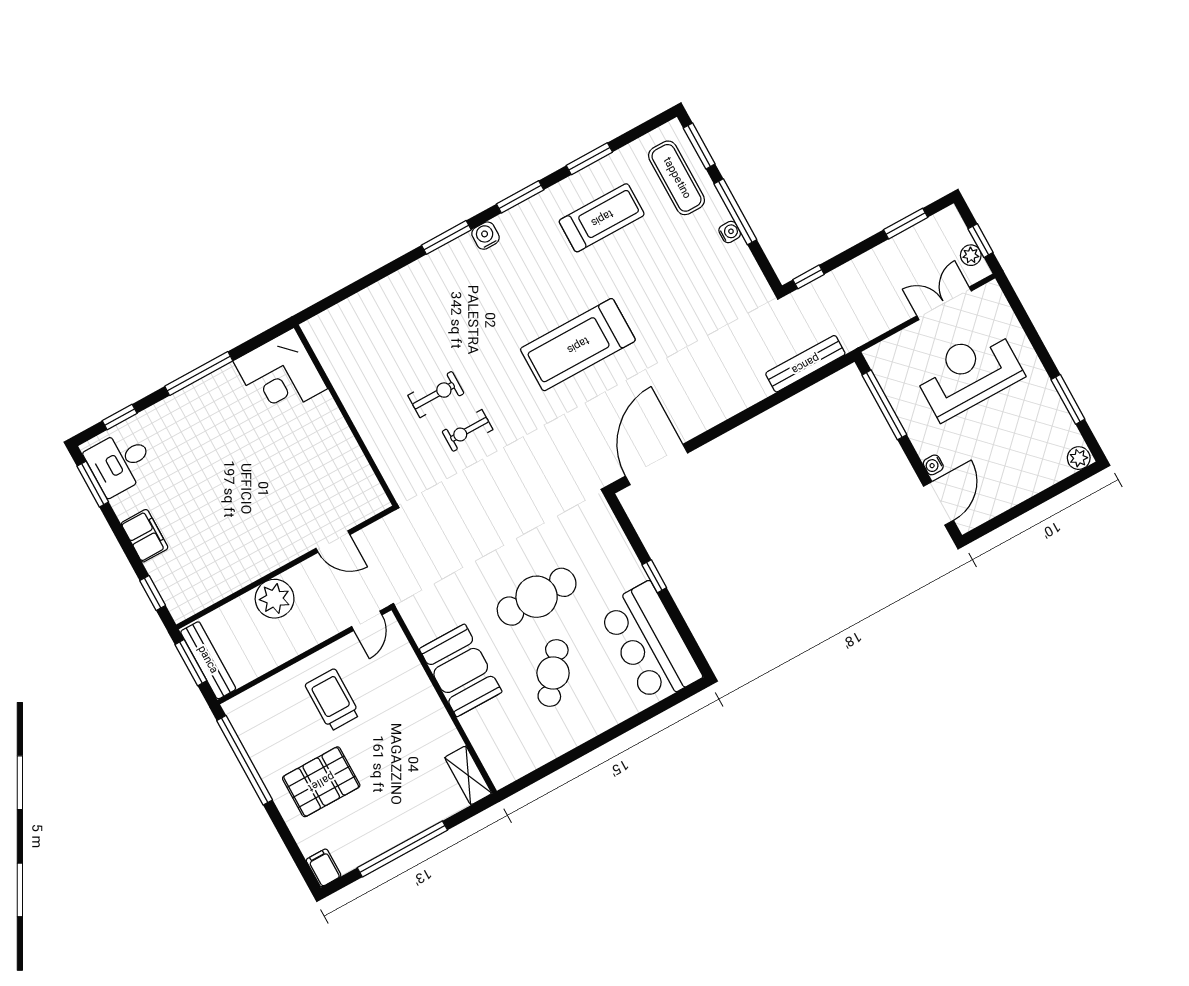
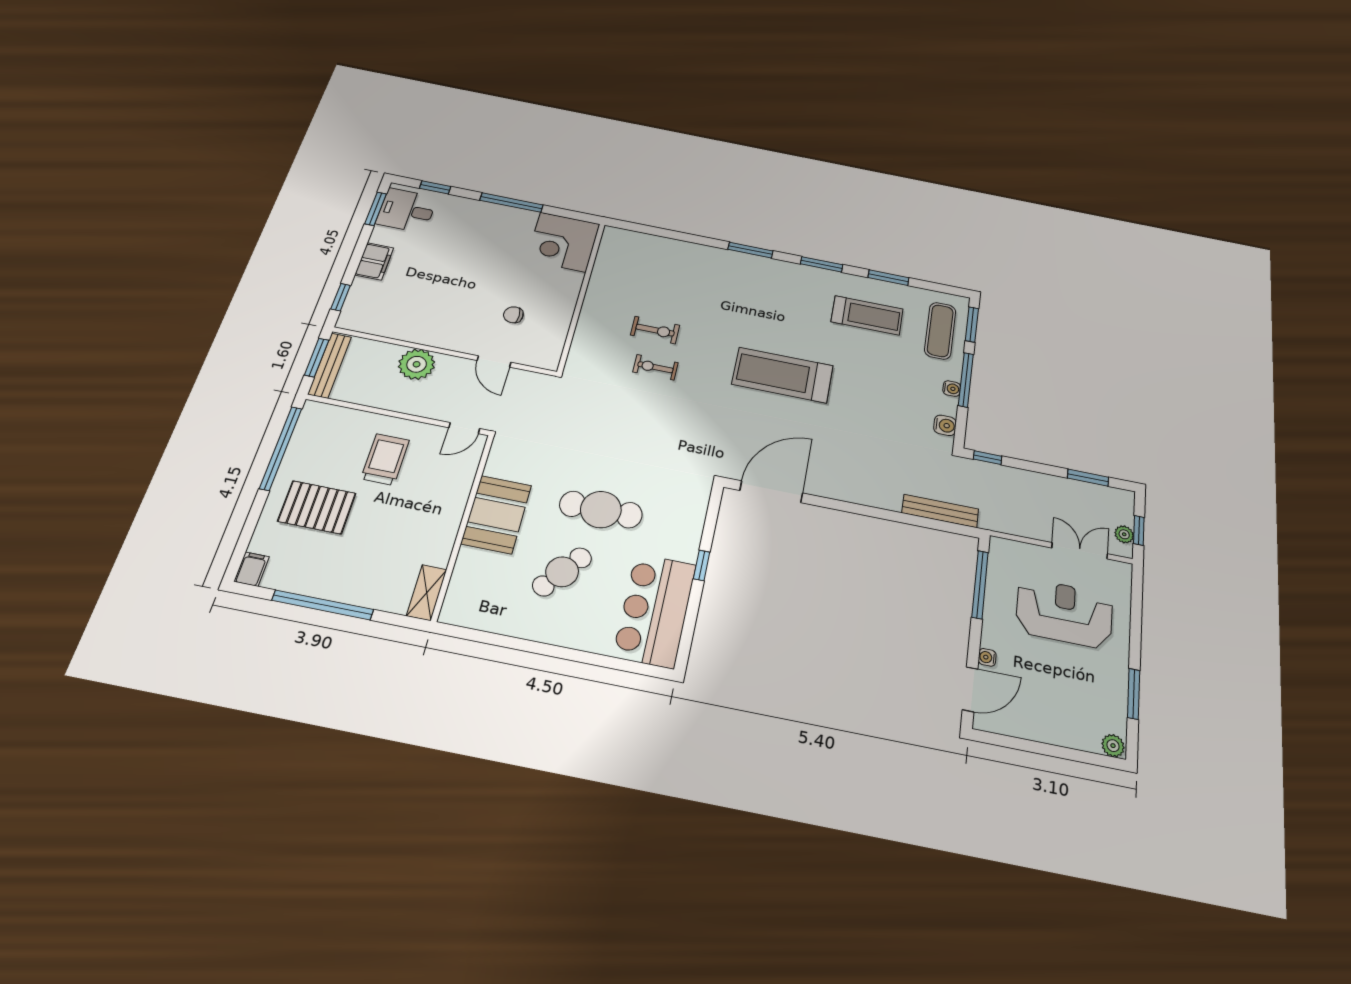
water cooler: (486, 236) -> (945, 425), moved, turned 90
chair: (307, 484) -> (513, 315), added

